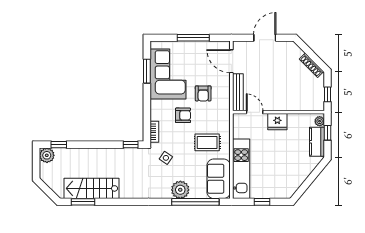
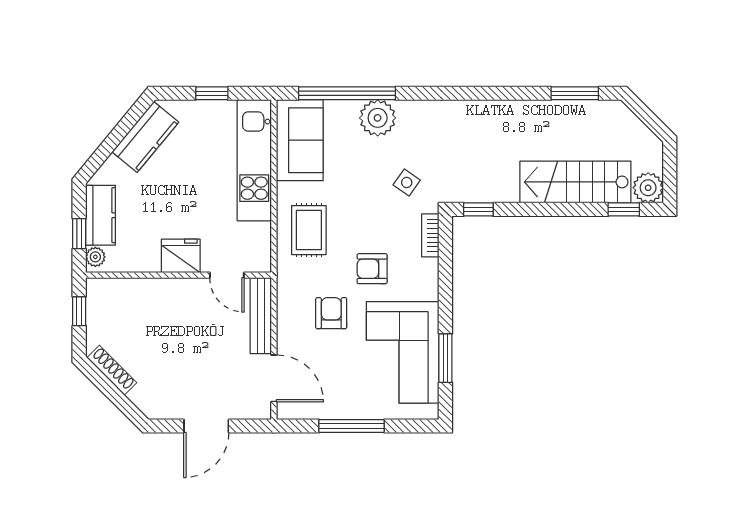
rug: (207, 142) -> (309, 230), moved, turned 90
kitchen counter: (295, 180) -> (145, 137), added
stairs: (92, 188) -> (575, 182), moved, turned 180

